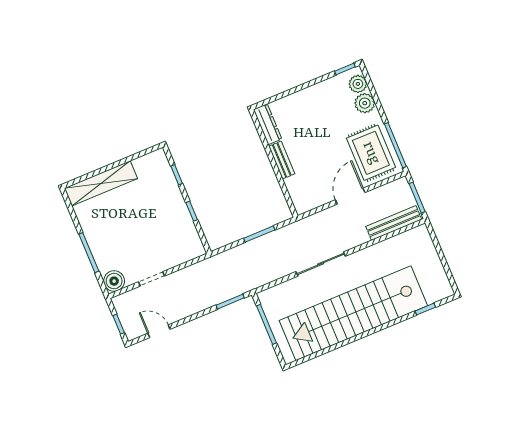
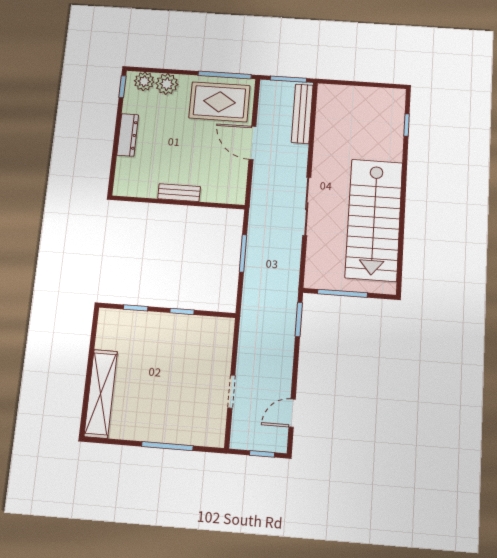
dresser: (268, 124) -> (128, 135), moved, turned 90
boiler: (114, 281) -> (213, 434), removed
stairs: (353, 313) -> (374, 220), width x0.73

